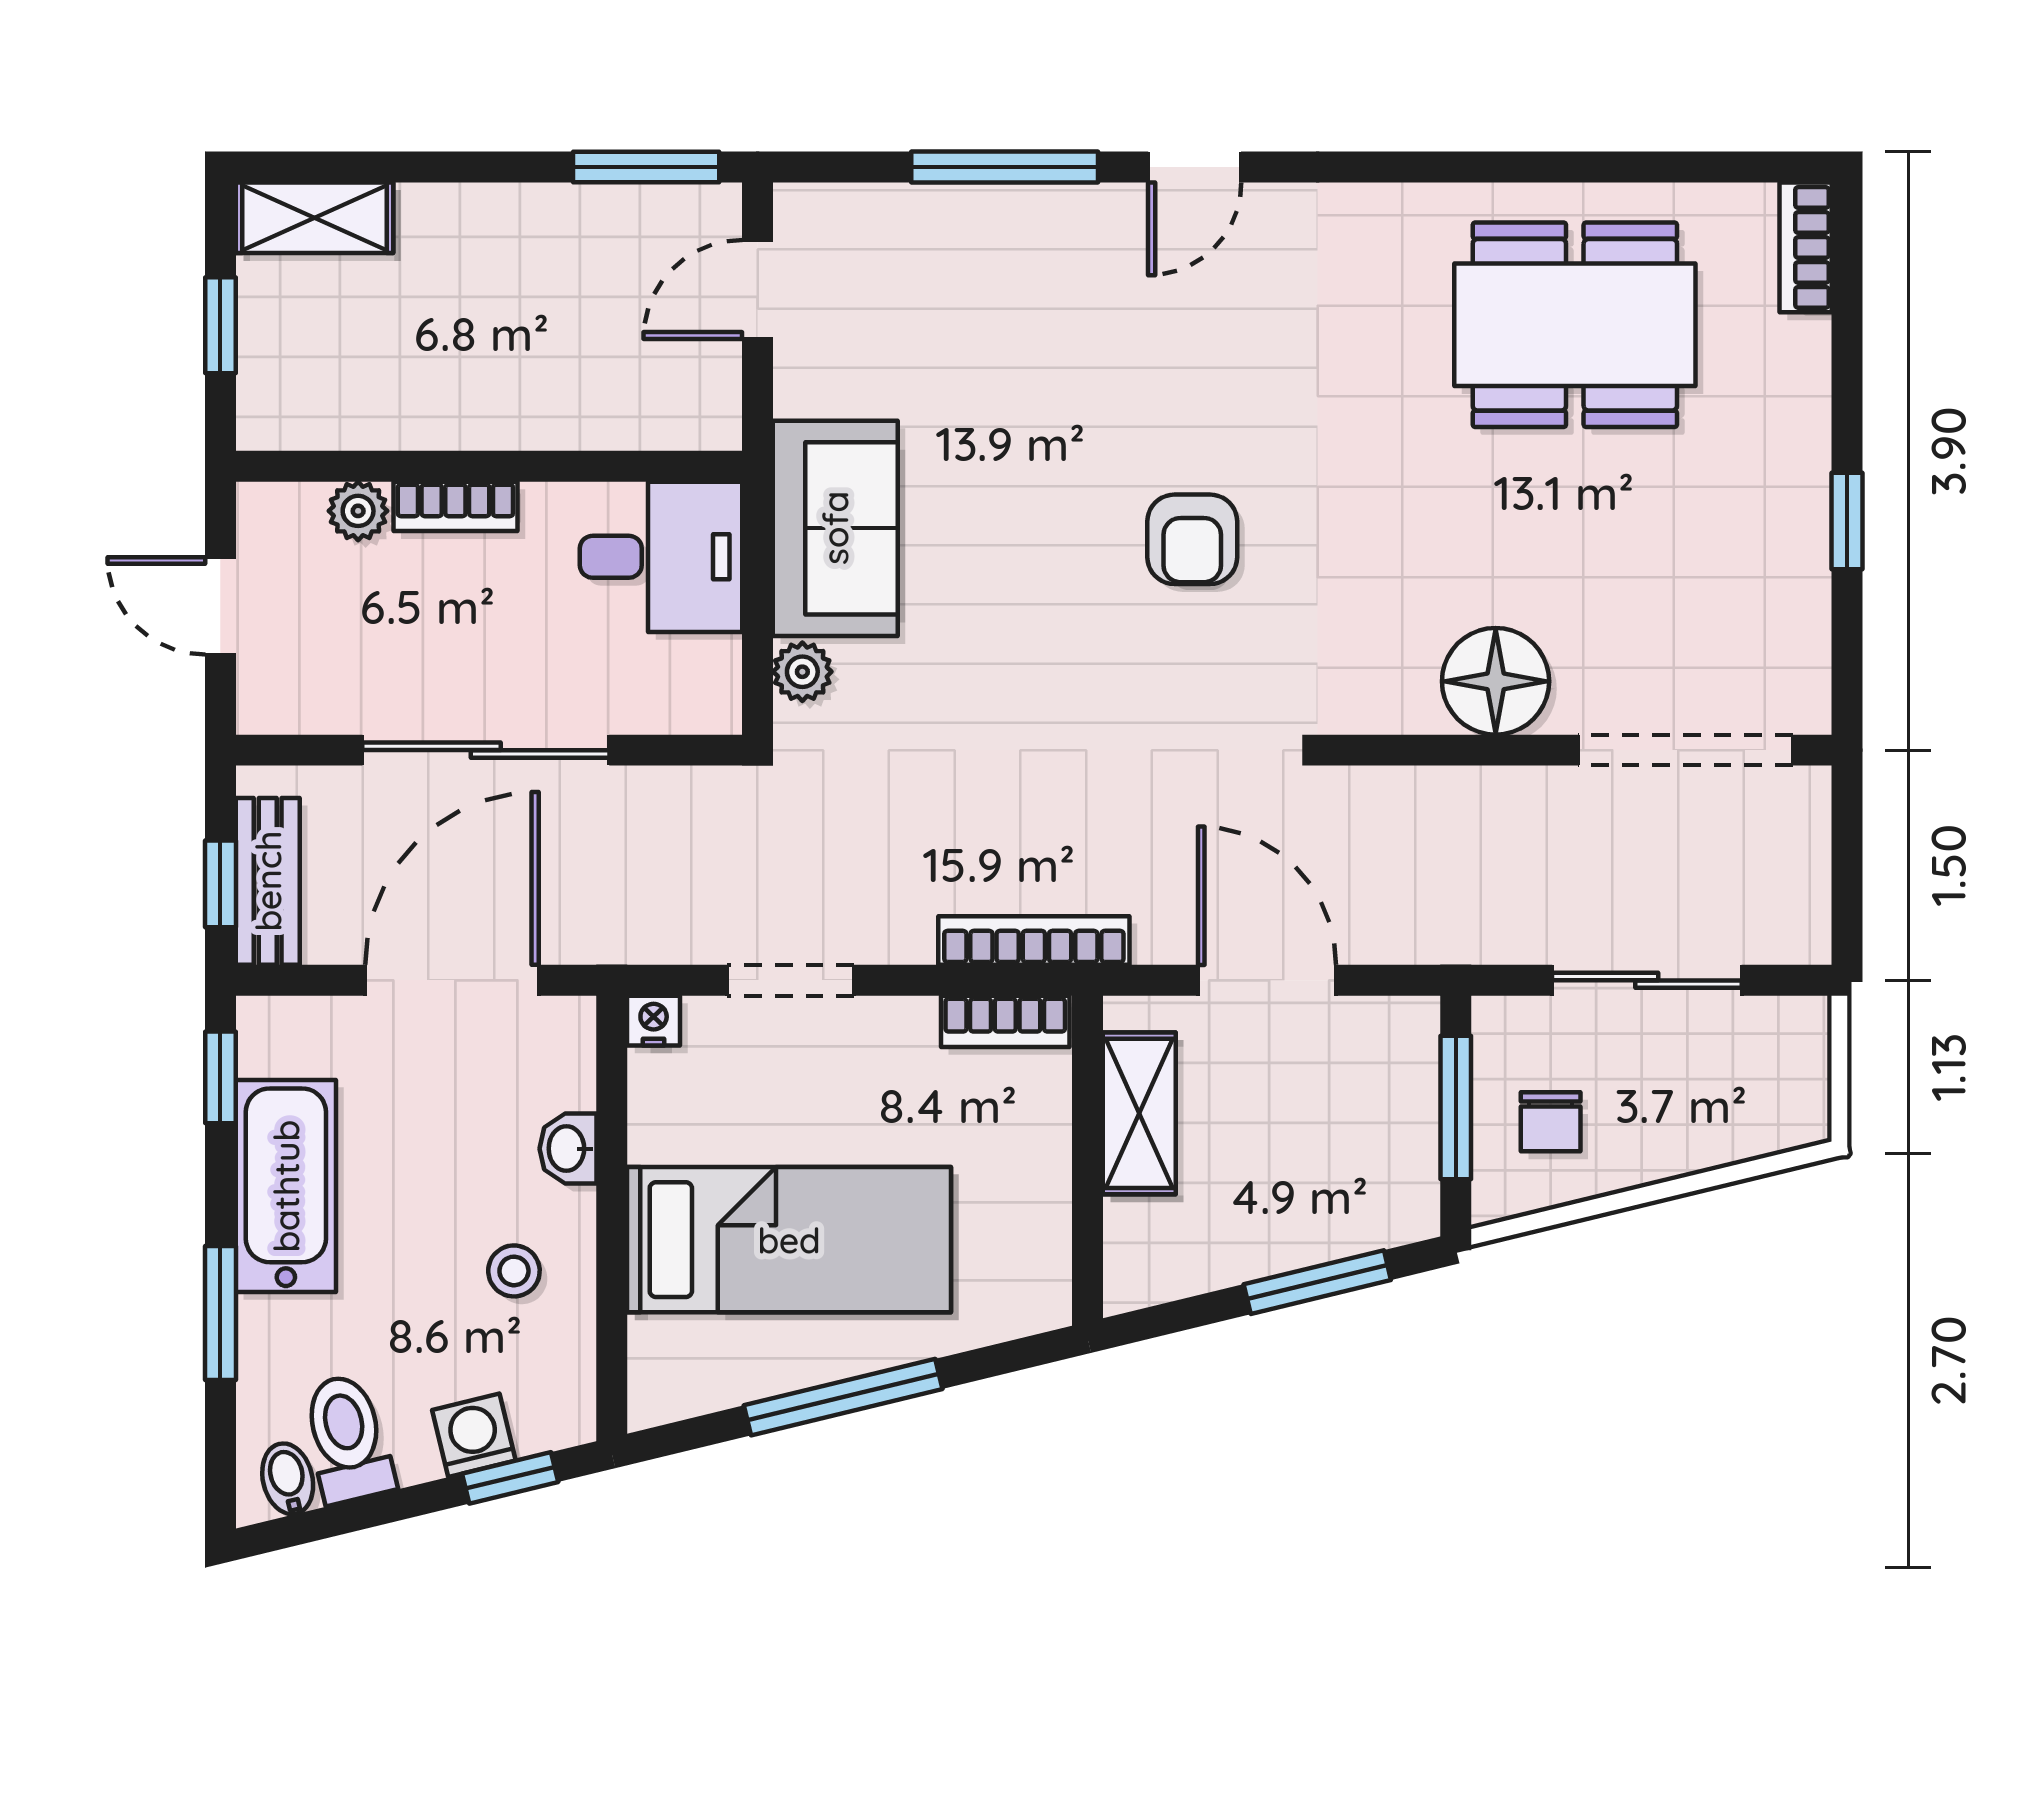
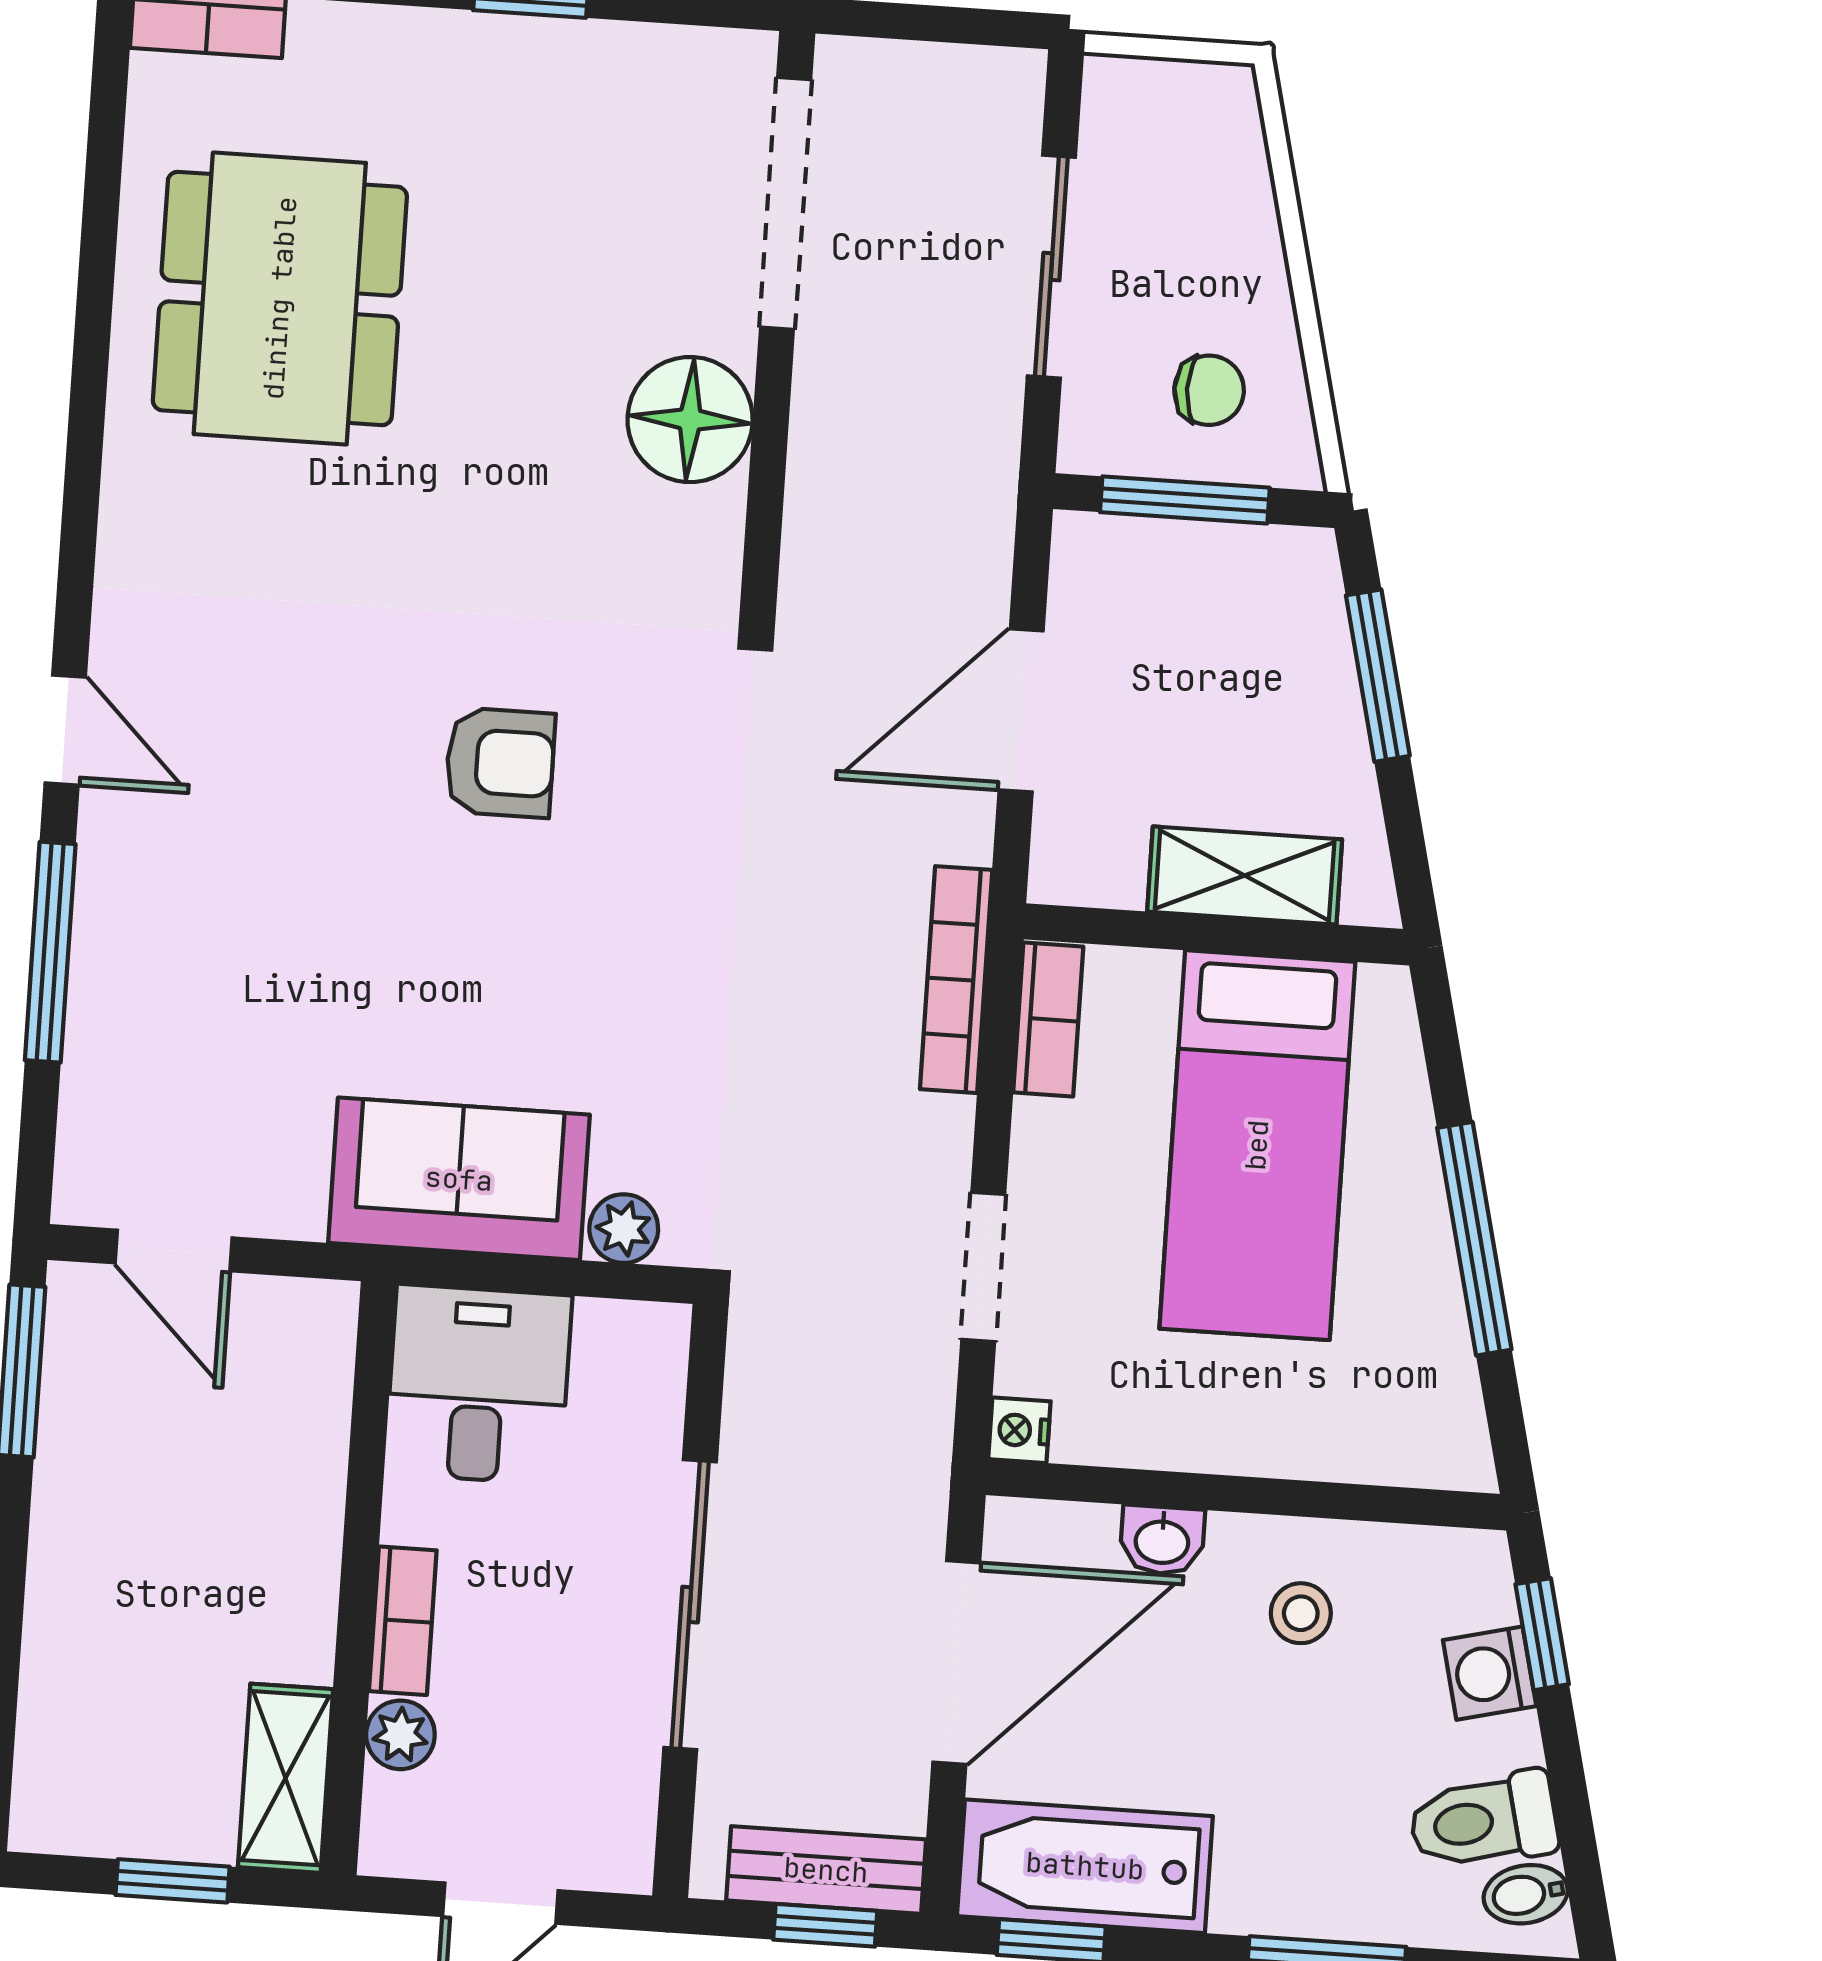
shelving: (314, 218) -> (286, 1778), moved
door: (452, 980) -> (956, 1662), swing flipped
shelving: (1139, 1113) -> (1245, 875), moved
bathtub: (286, 1186) -> (1085, 1866), moved
bed: (789, 1240) -> (1257, 1145), moved, turned 180

